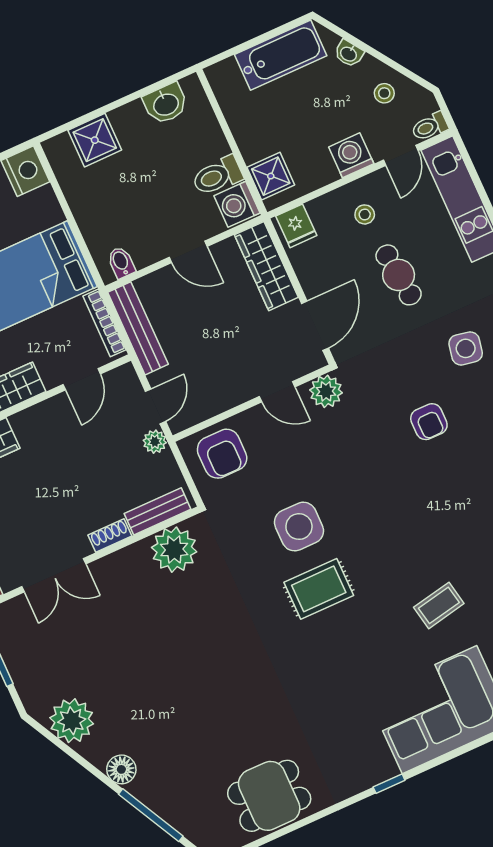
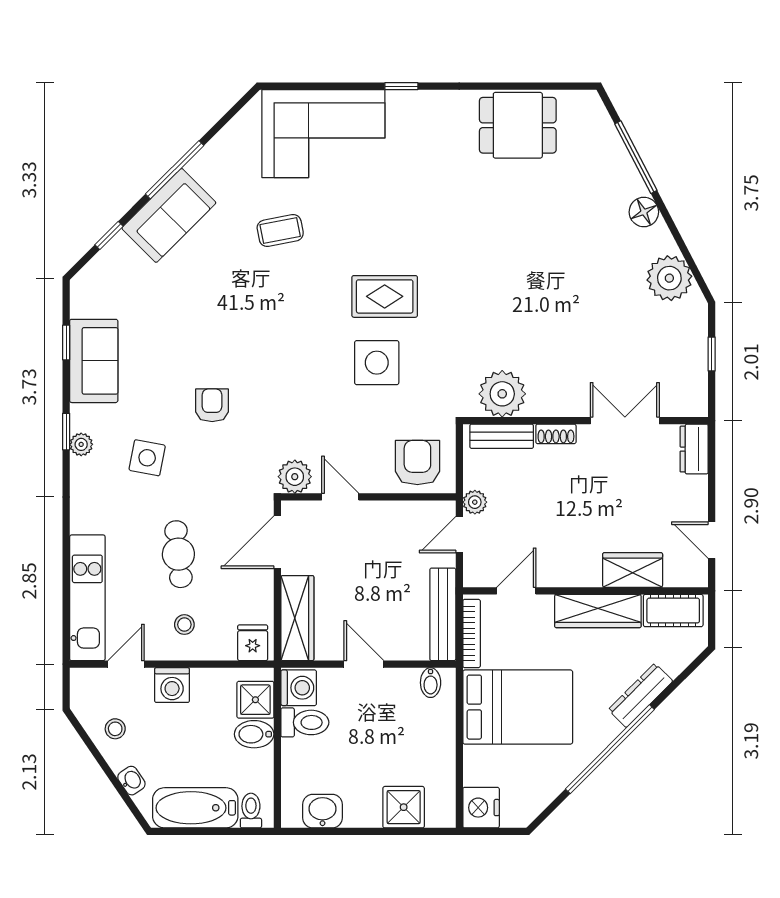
toilet: (430, 127) -> (251, 811), moved, turned -90
bidet: (258, 145) -> (254, 734), added

